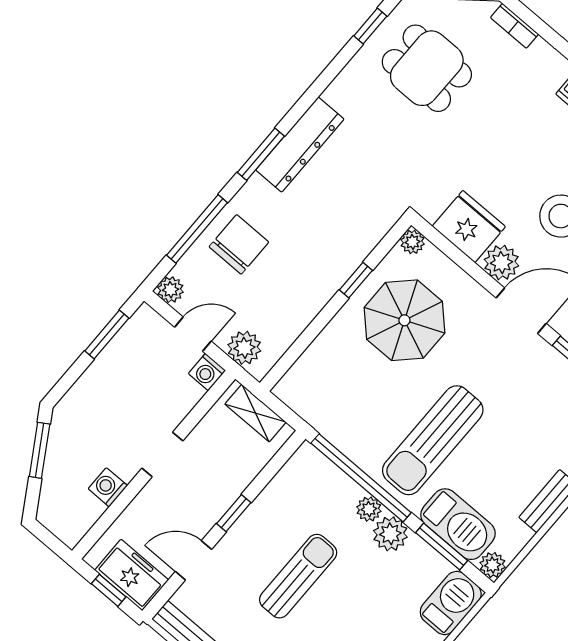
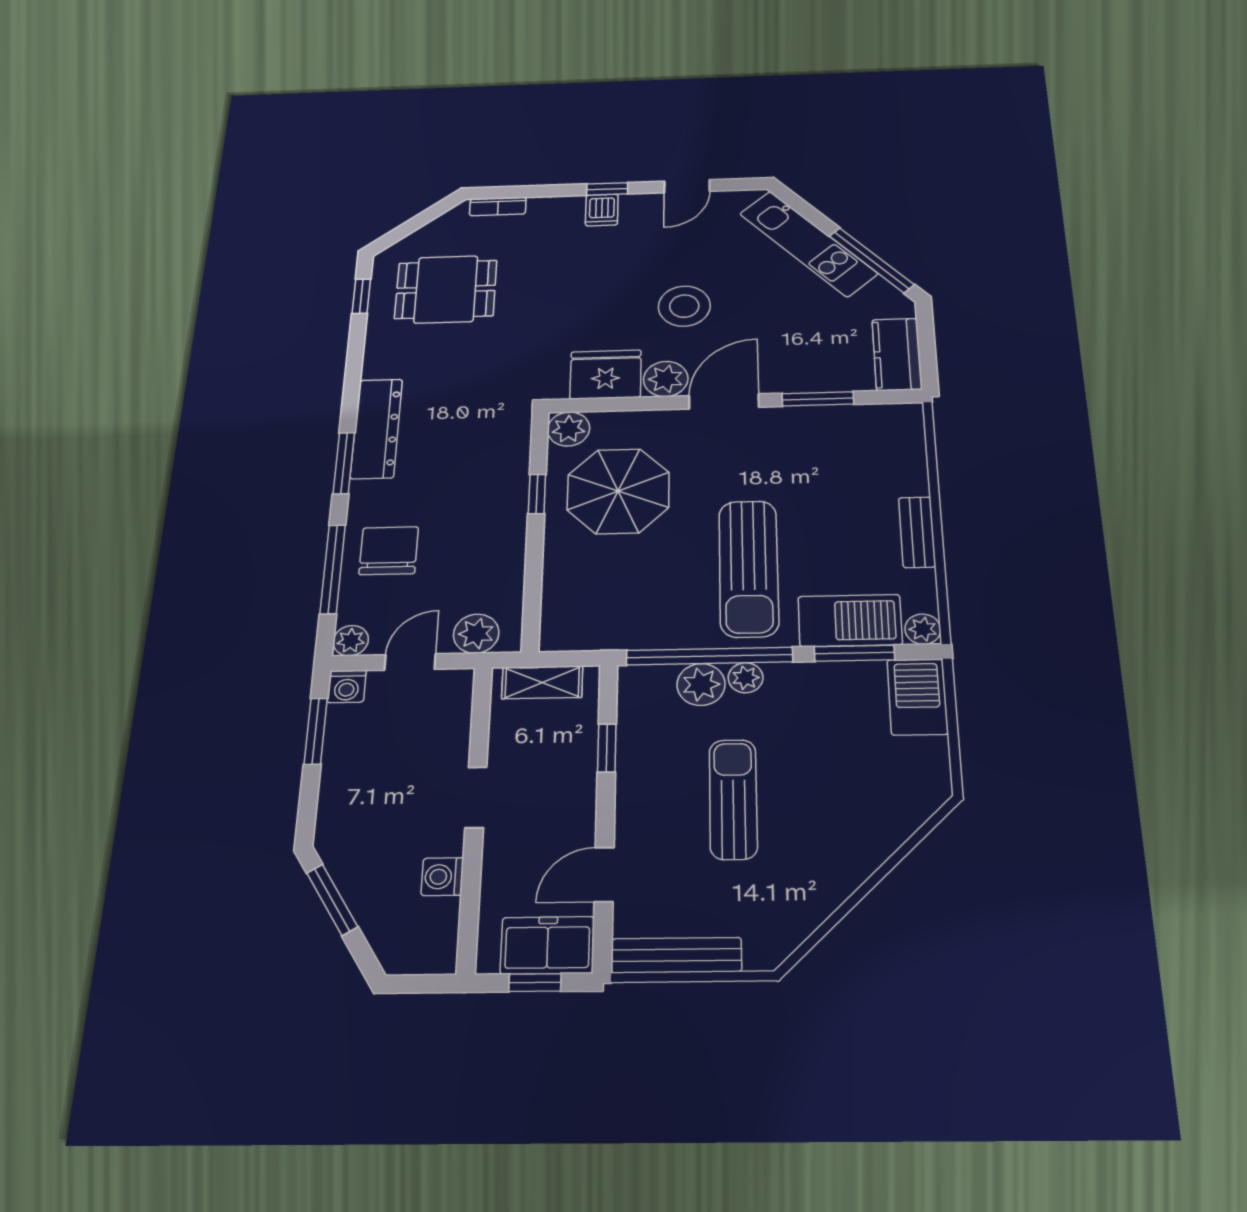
plant: (413, 242) -> (569, 429), width x1.38, depth x1.38
washing machine: (207, 372) -> (347, 686), moved
window: (234, 513) -> (607, 748), moved
plant: (390, 534) -> (701, 684), moved

